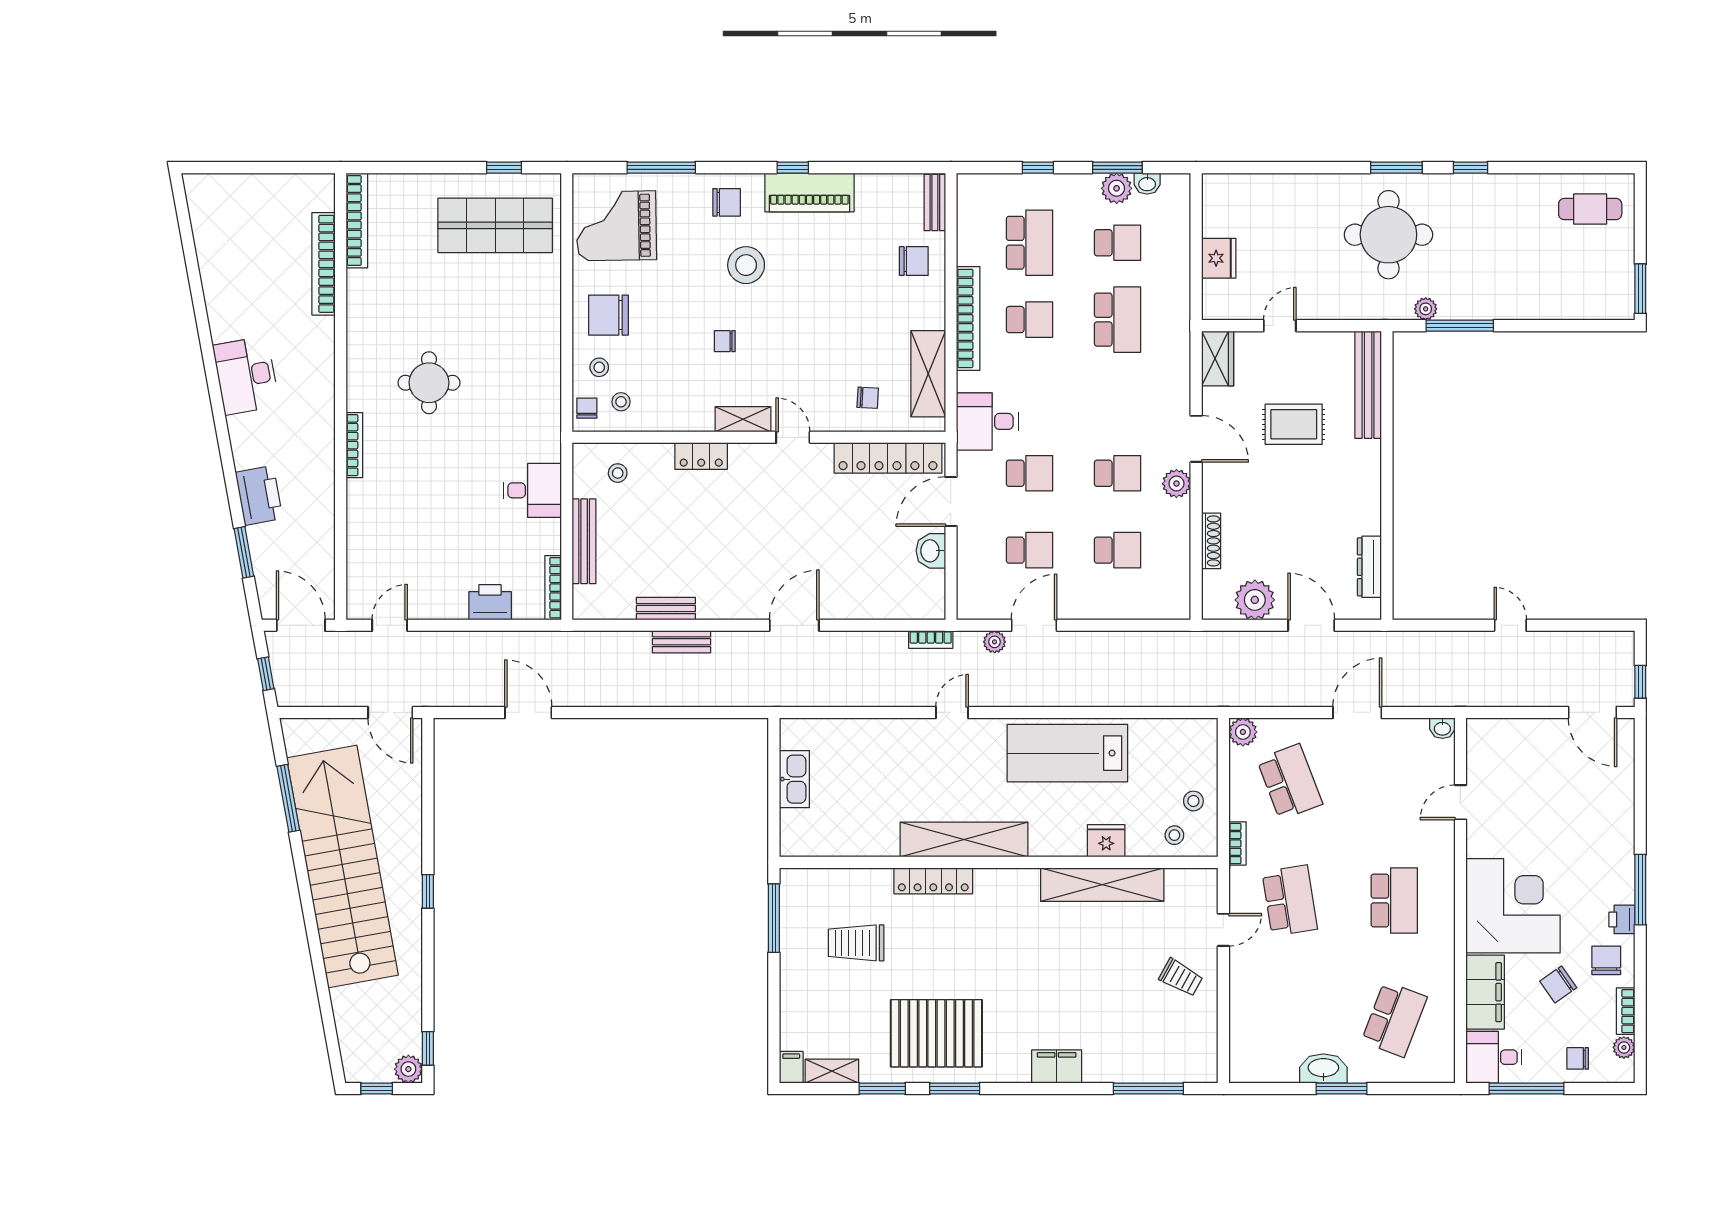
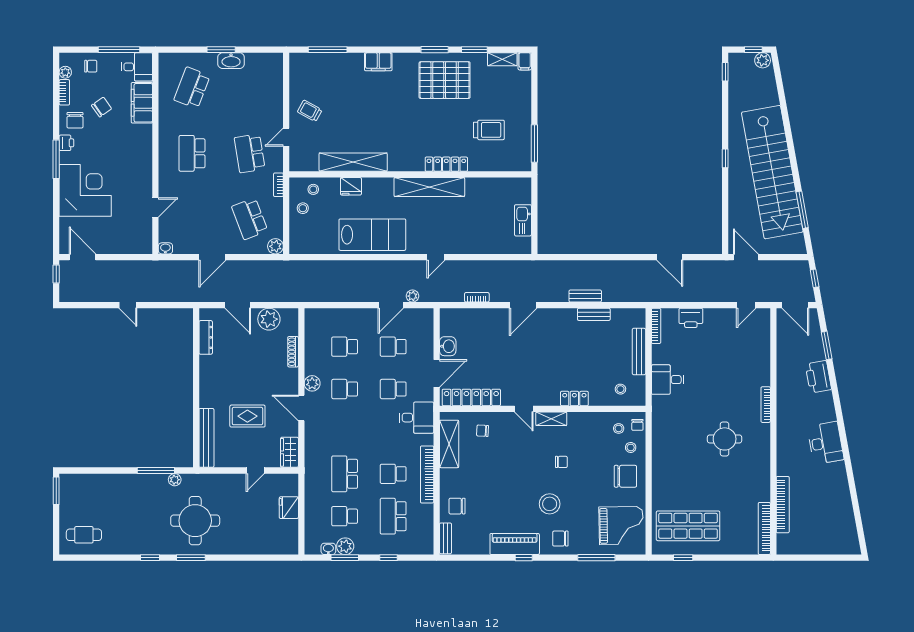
bookcase: (931, 640) -> (477, 297), moved
corner desk: (1513, 906) -> (85, 190), moved, turned 180
plant: (408, 1069) -> (763, 60), moved

